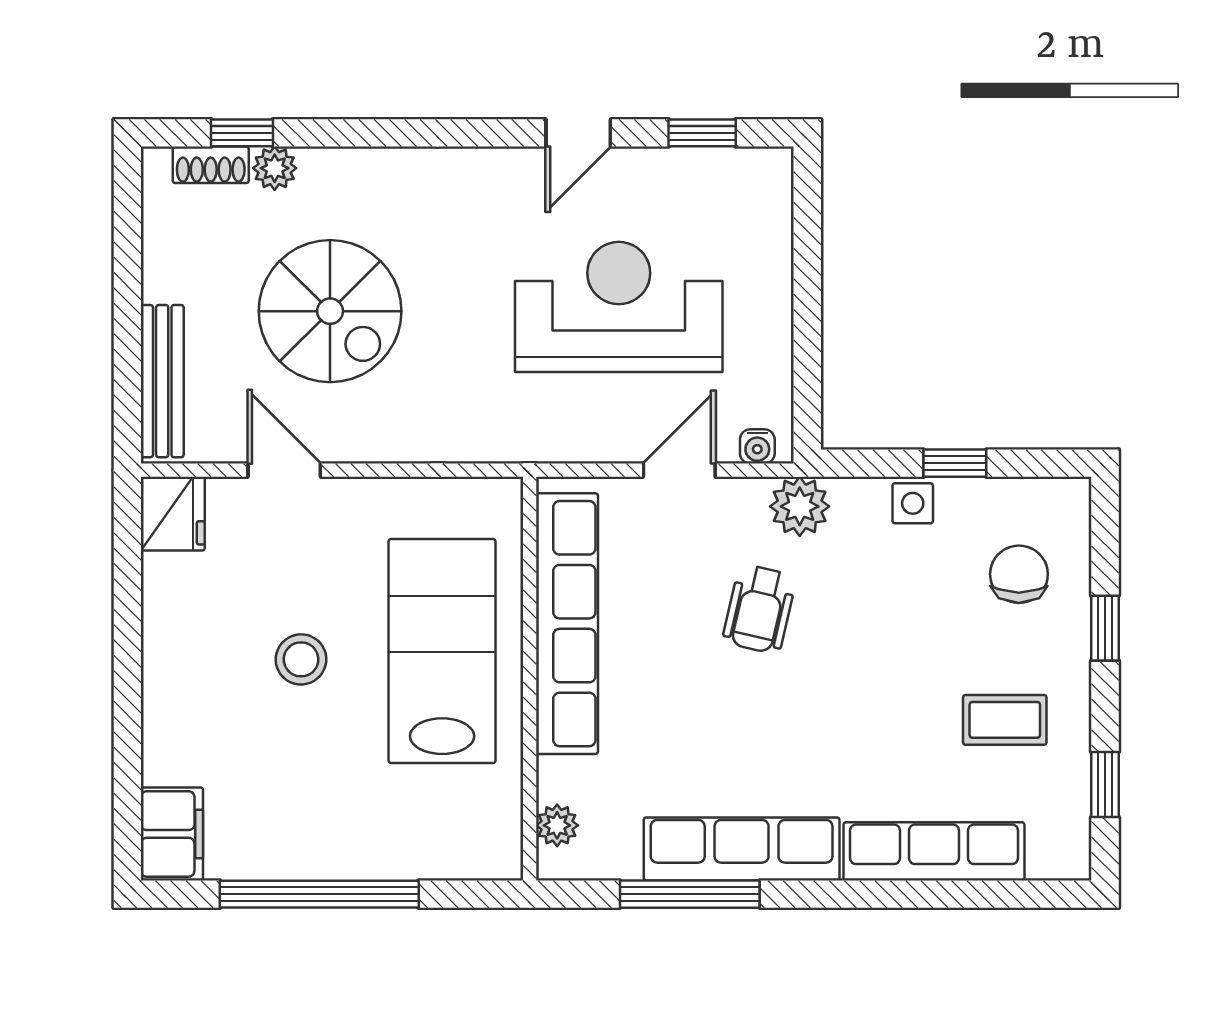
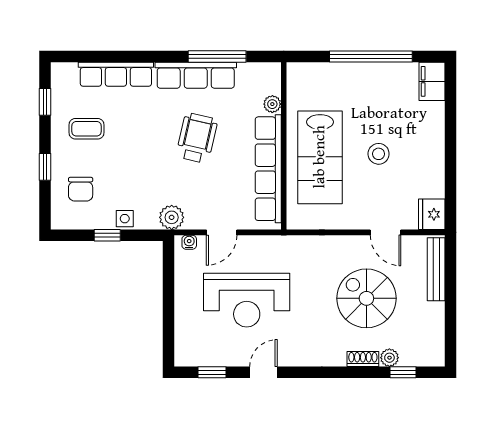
shoe rack: (211, 165) -> (363, 359), moved
wheelchair: (759, 609) -> (197, 138), moved, width x1.36, depth x1.37
plant: (557, 825) -> (272, 104), moved

